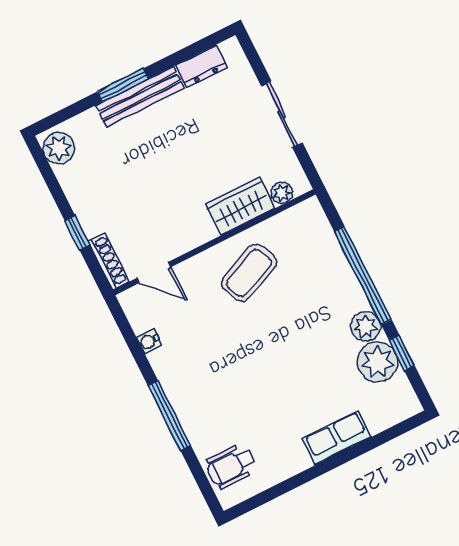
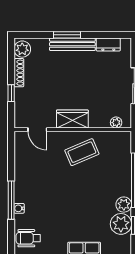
wardrobe: (240, 206) -> (72, 119), moved
shoe rack: (109, 262) -> (19, 73), moved
water cooler: (149, 341) -> (19, 208), moved

